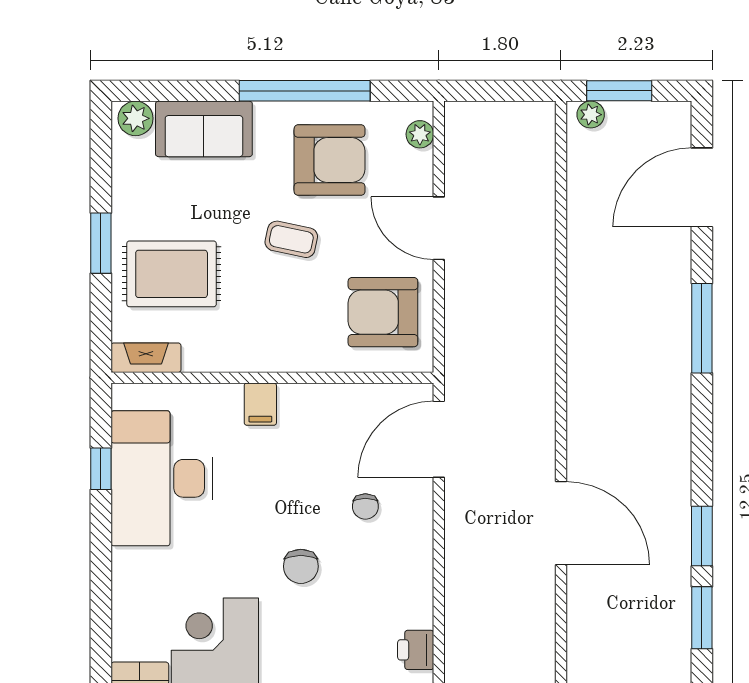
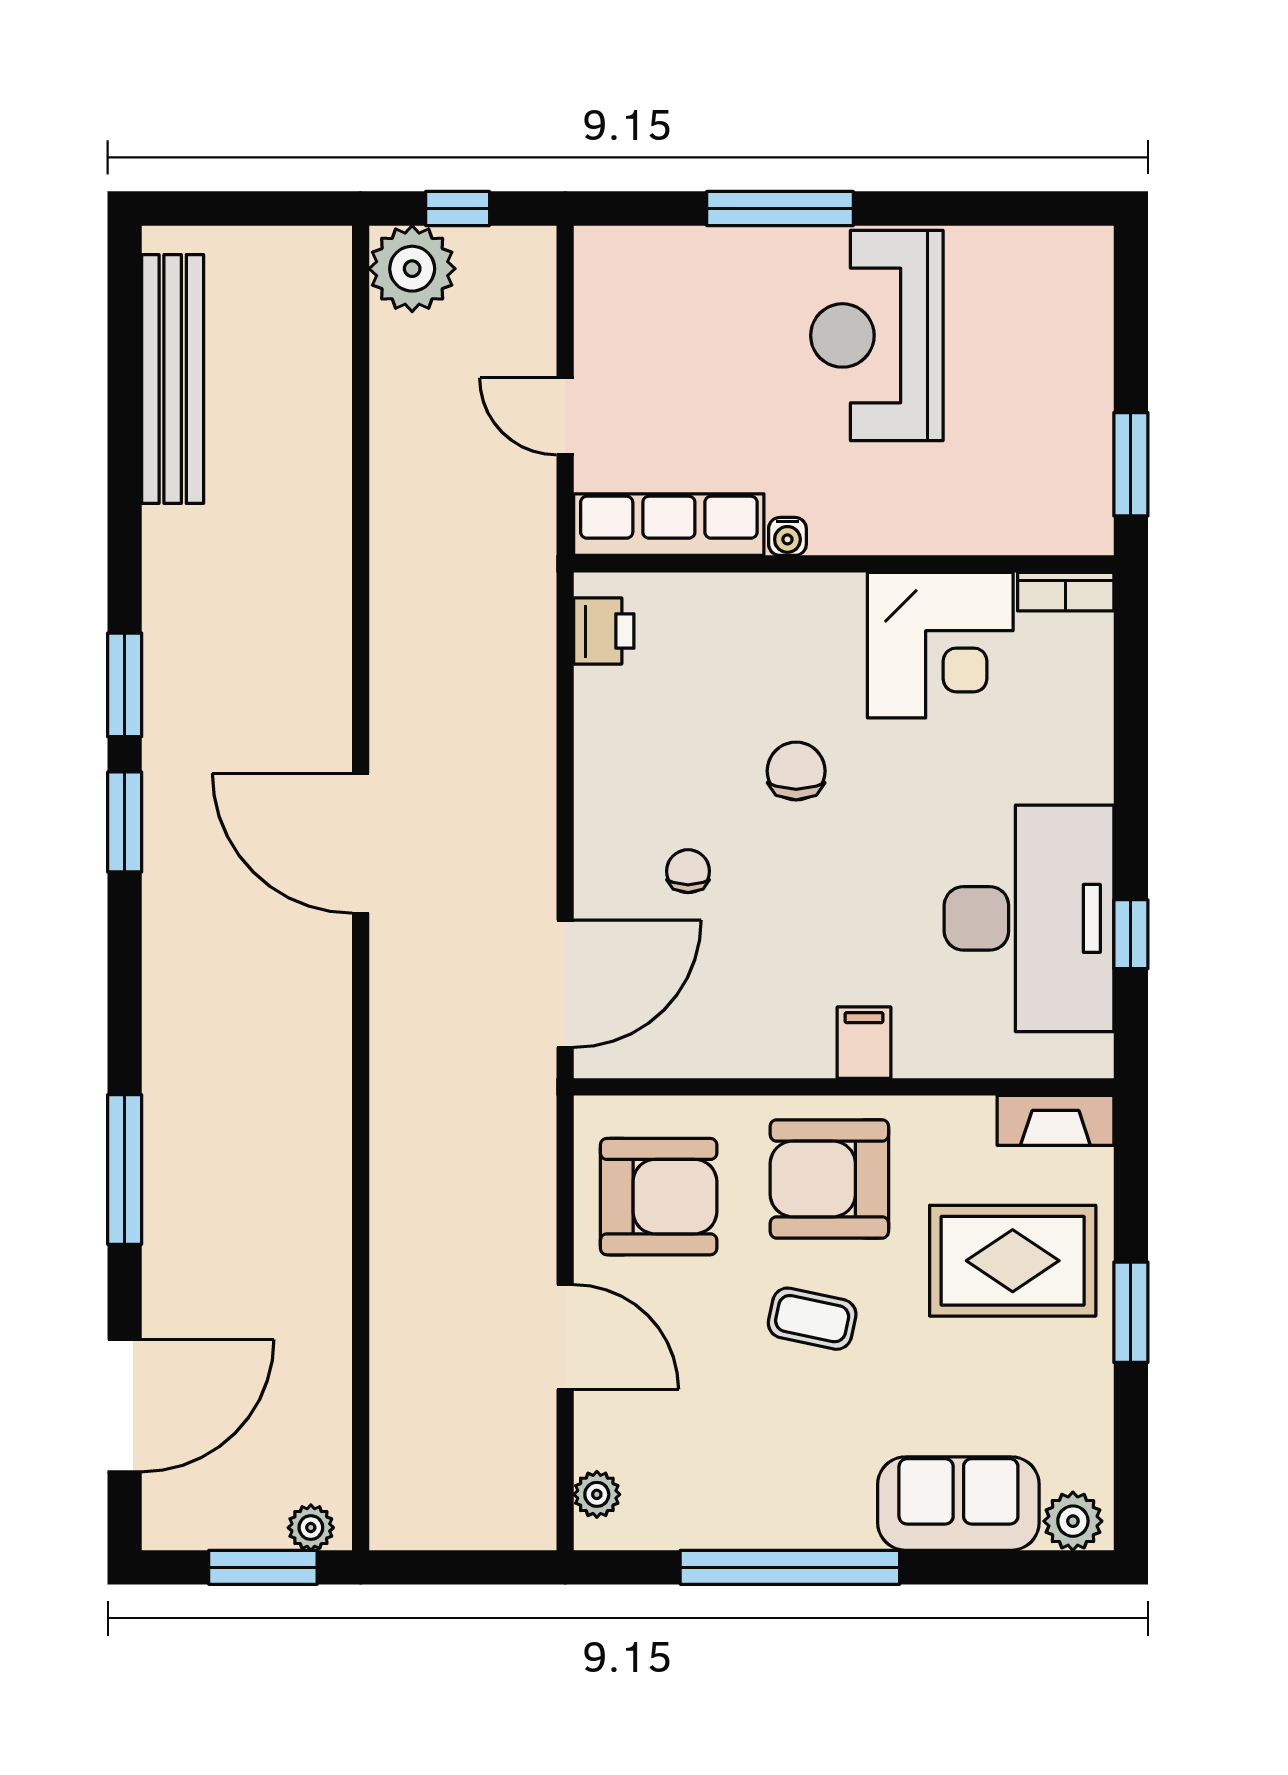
armchair: (330, 160) -> (829, 1179), moved

